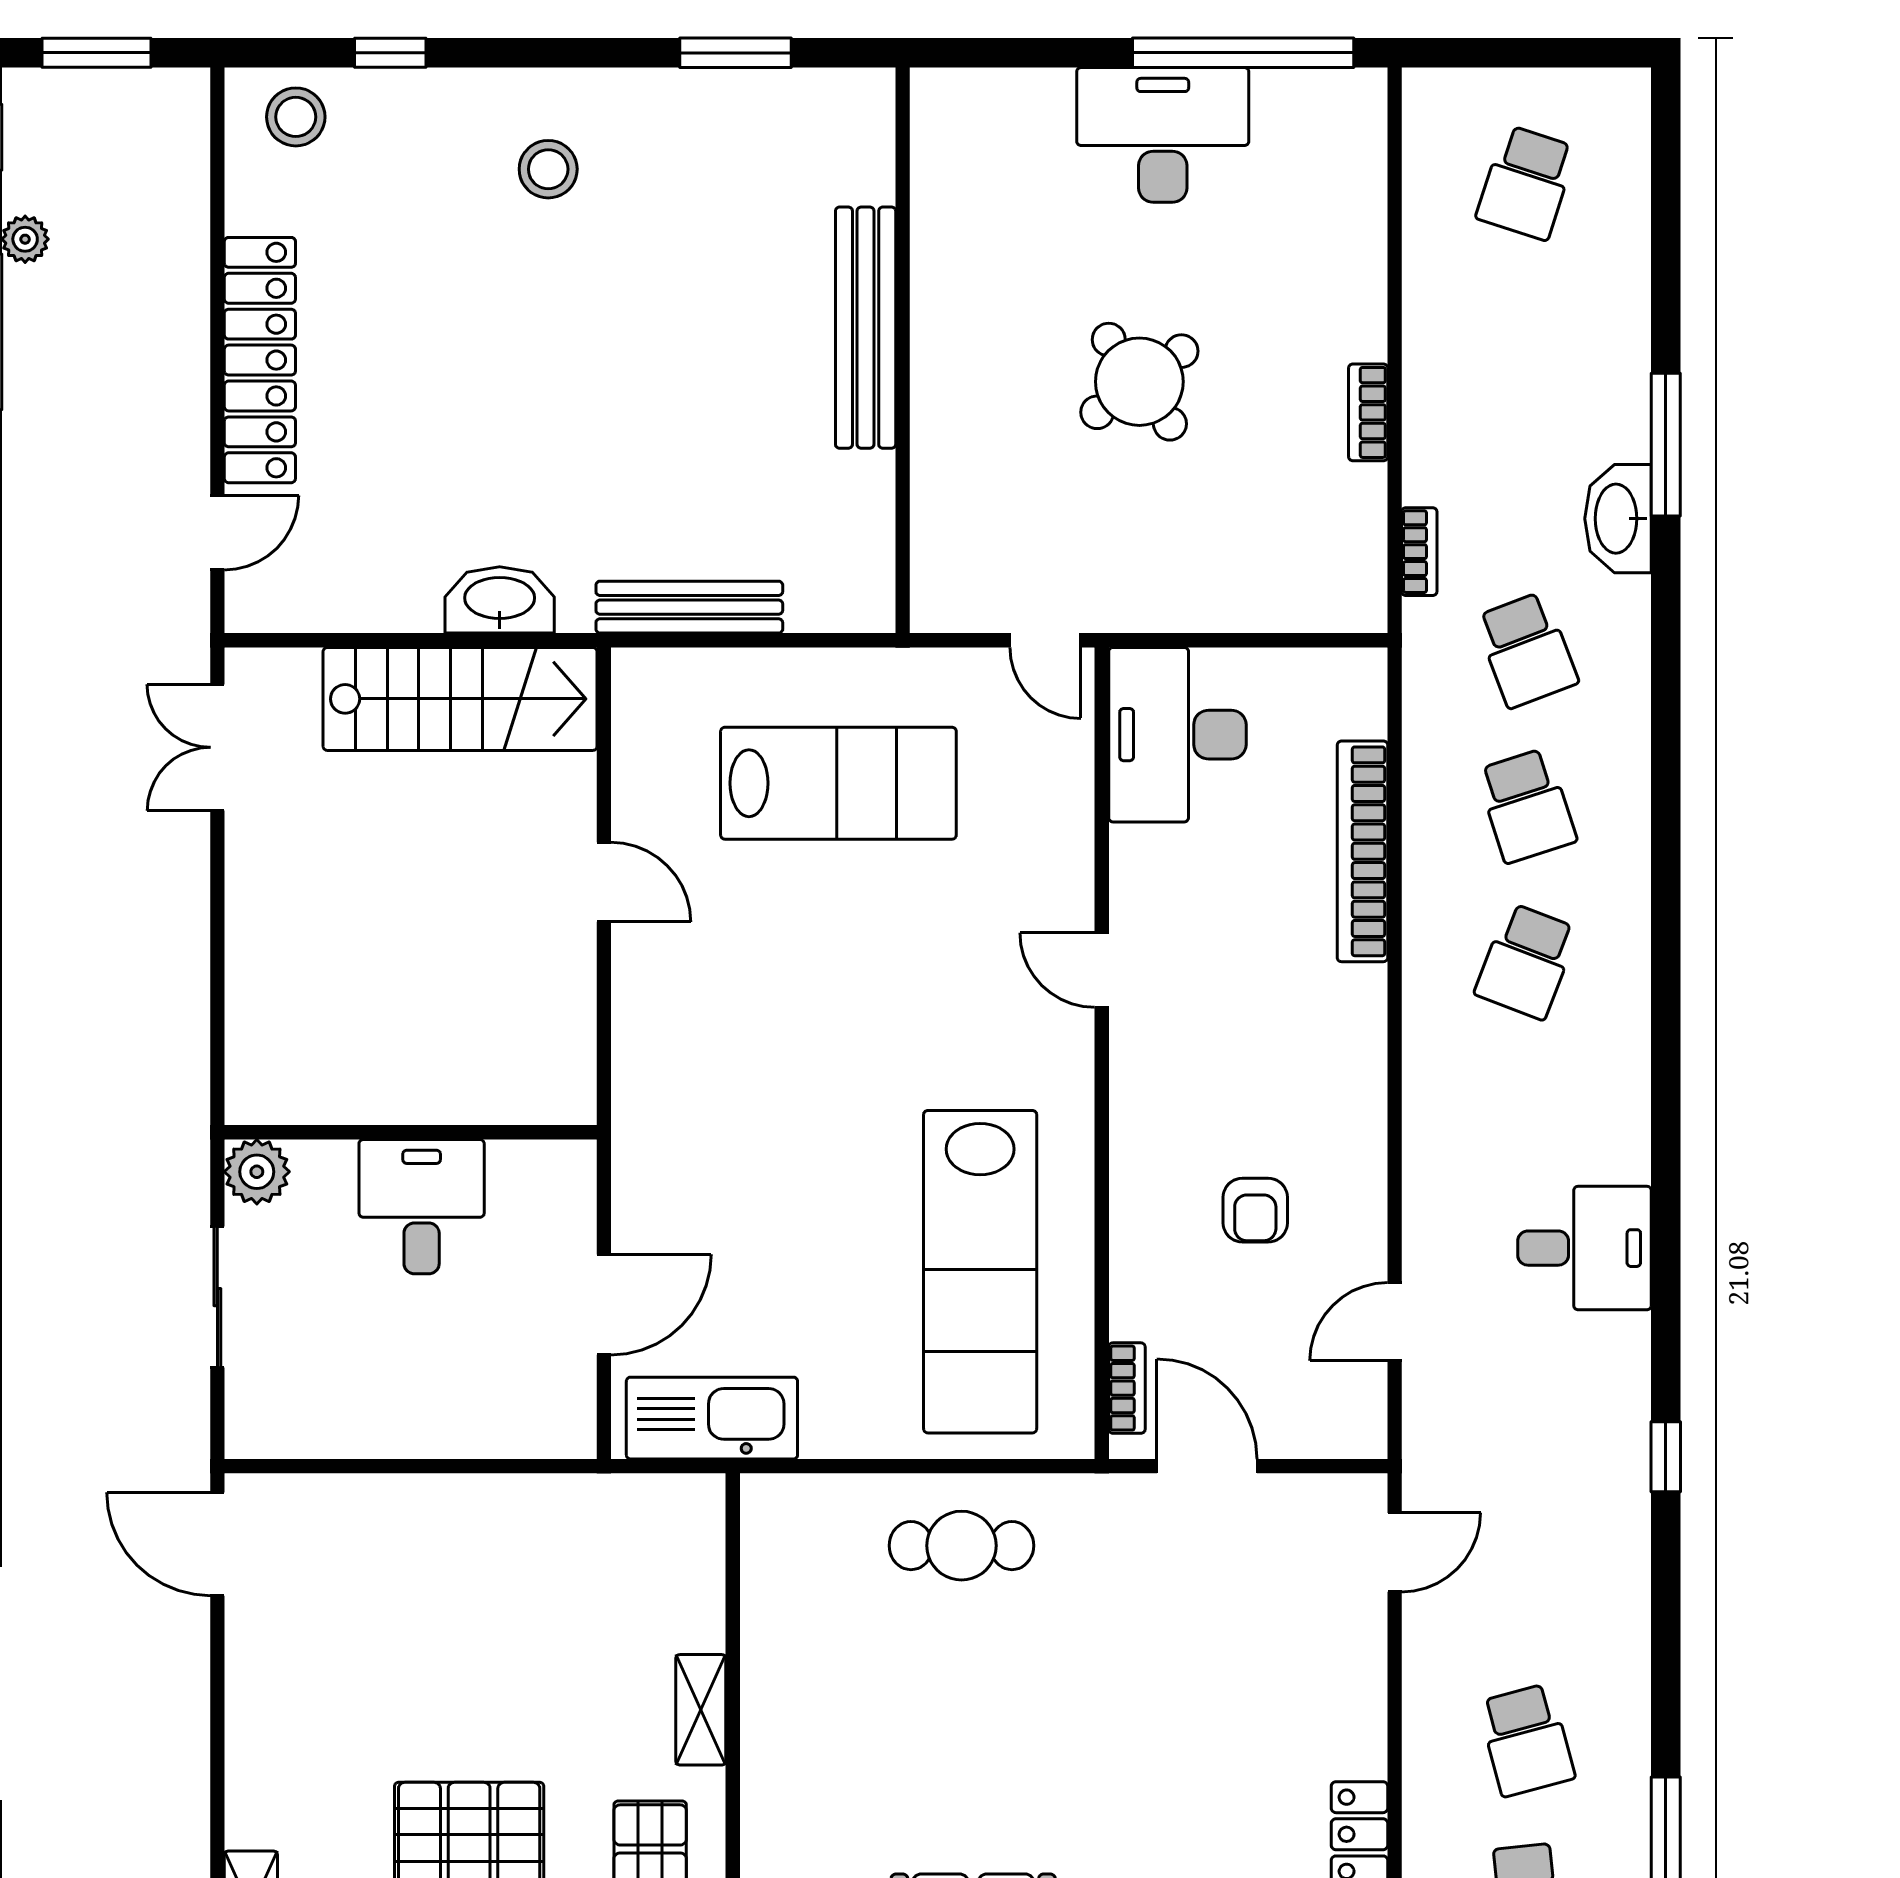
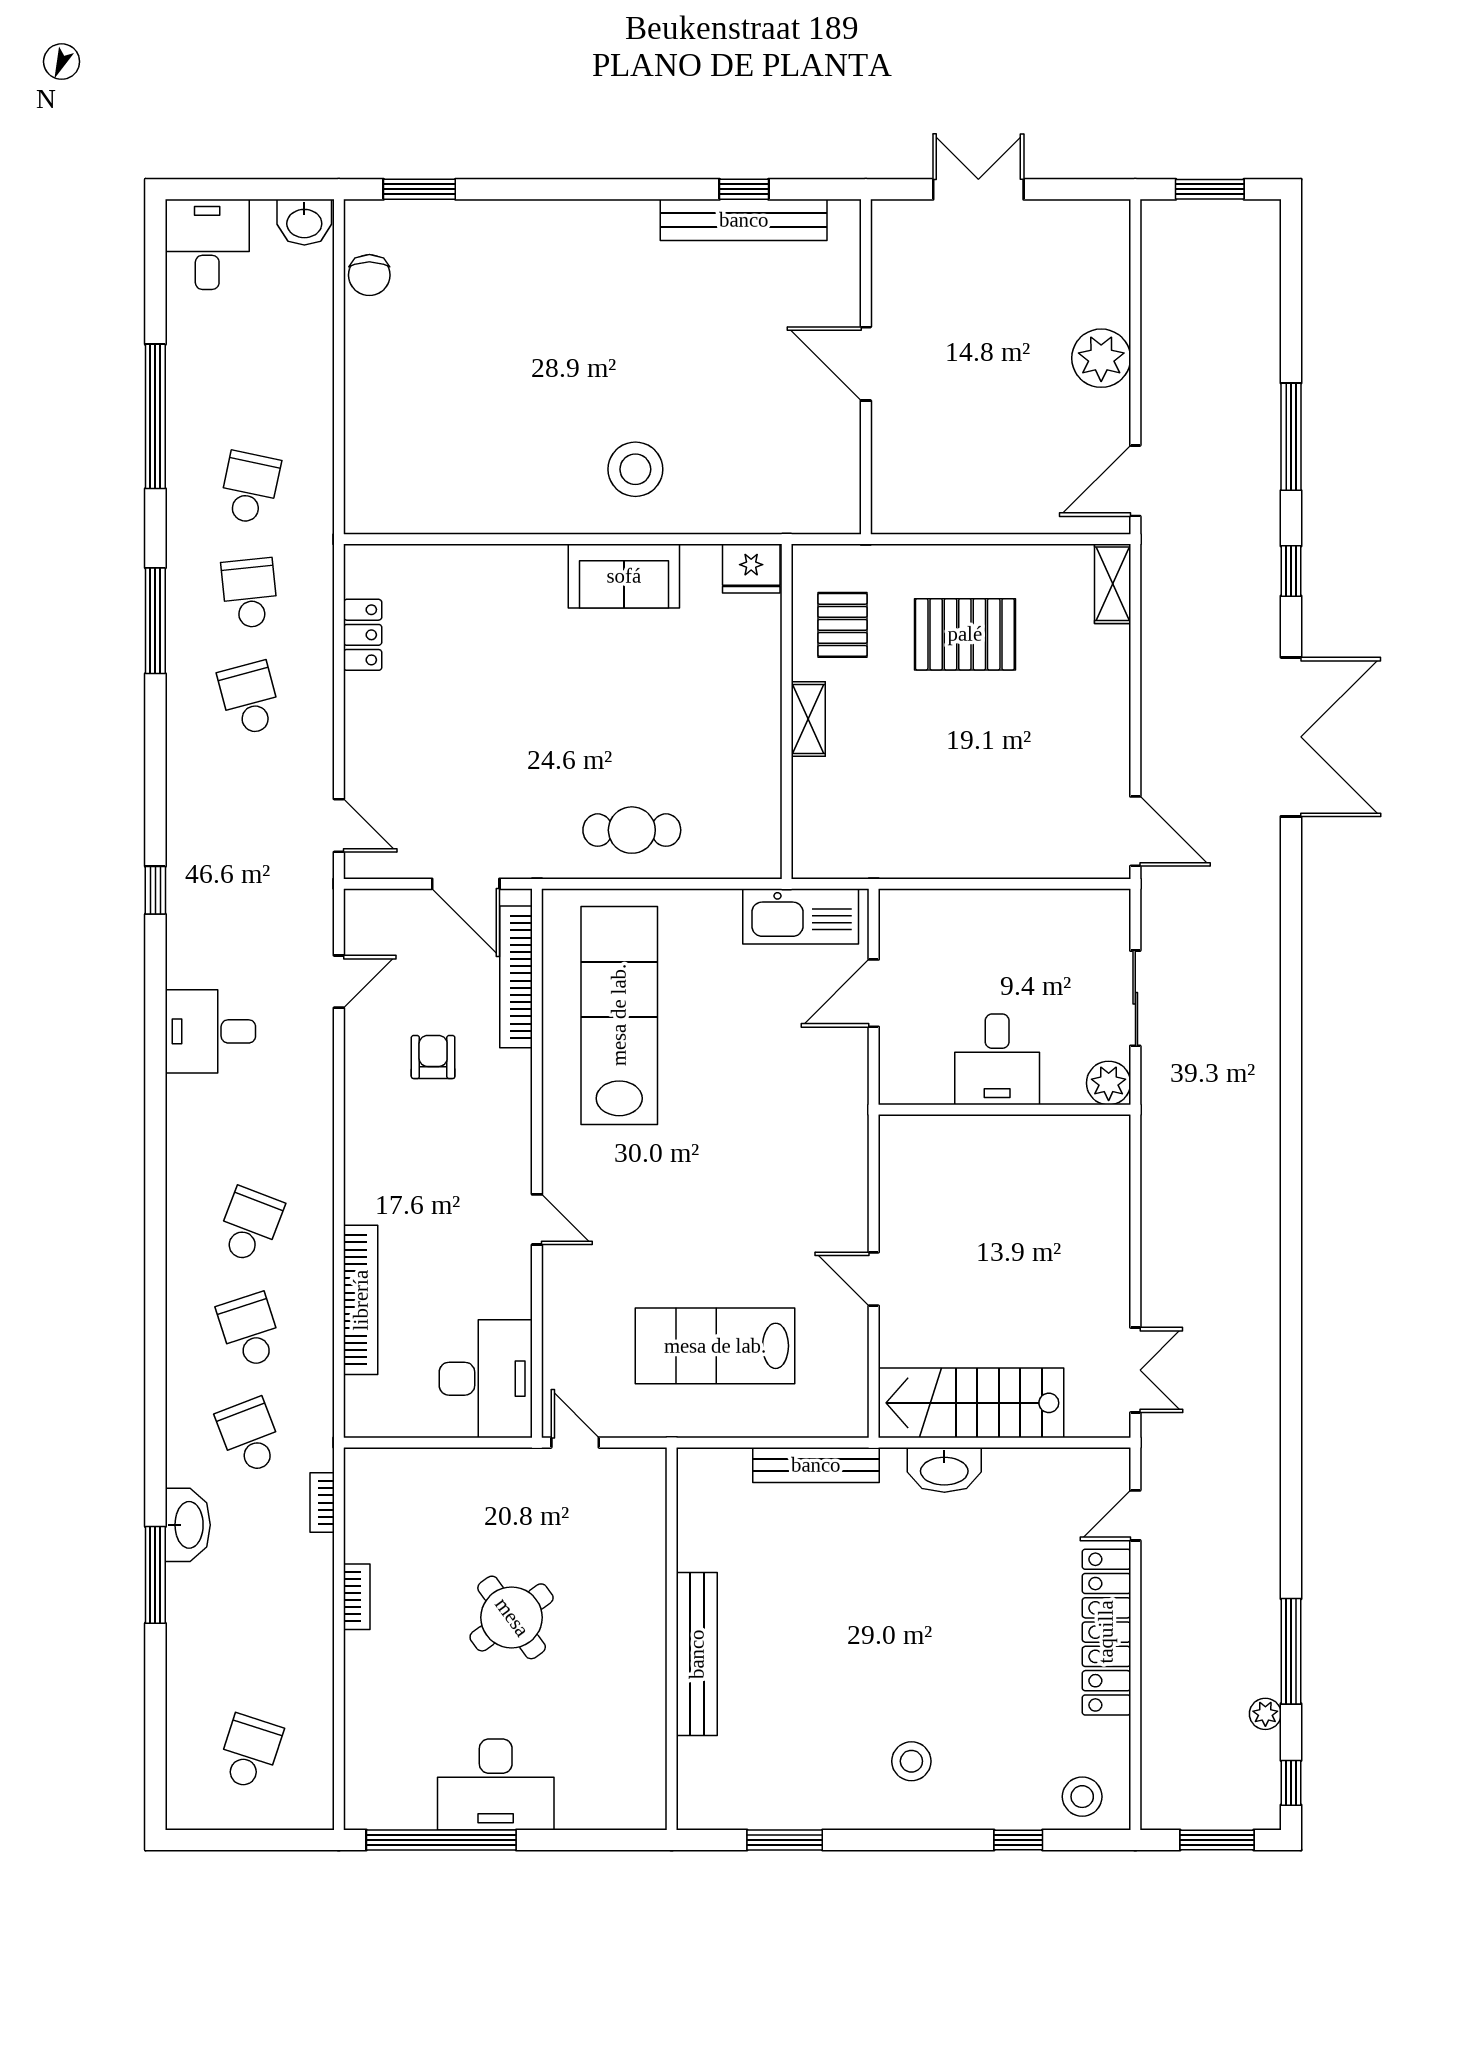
bookcase: (1127, 1388) -> (516, 977), width x2.31, depth x1.31
door: (1395, 1552) -> (339, 826), swing flipped

